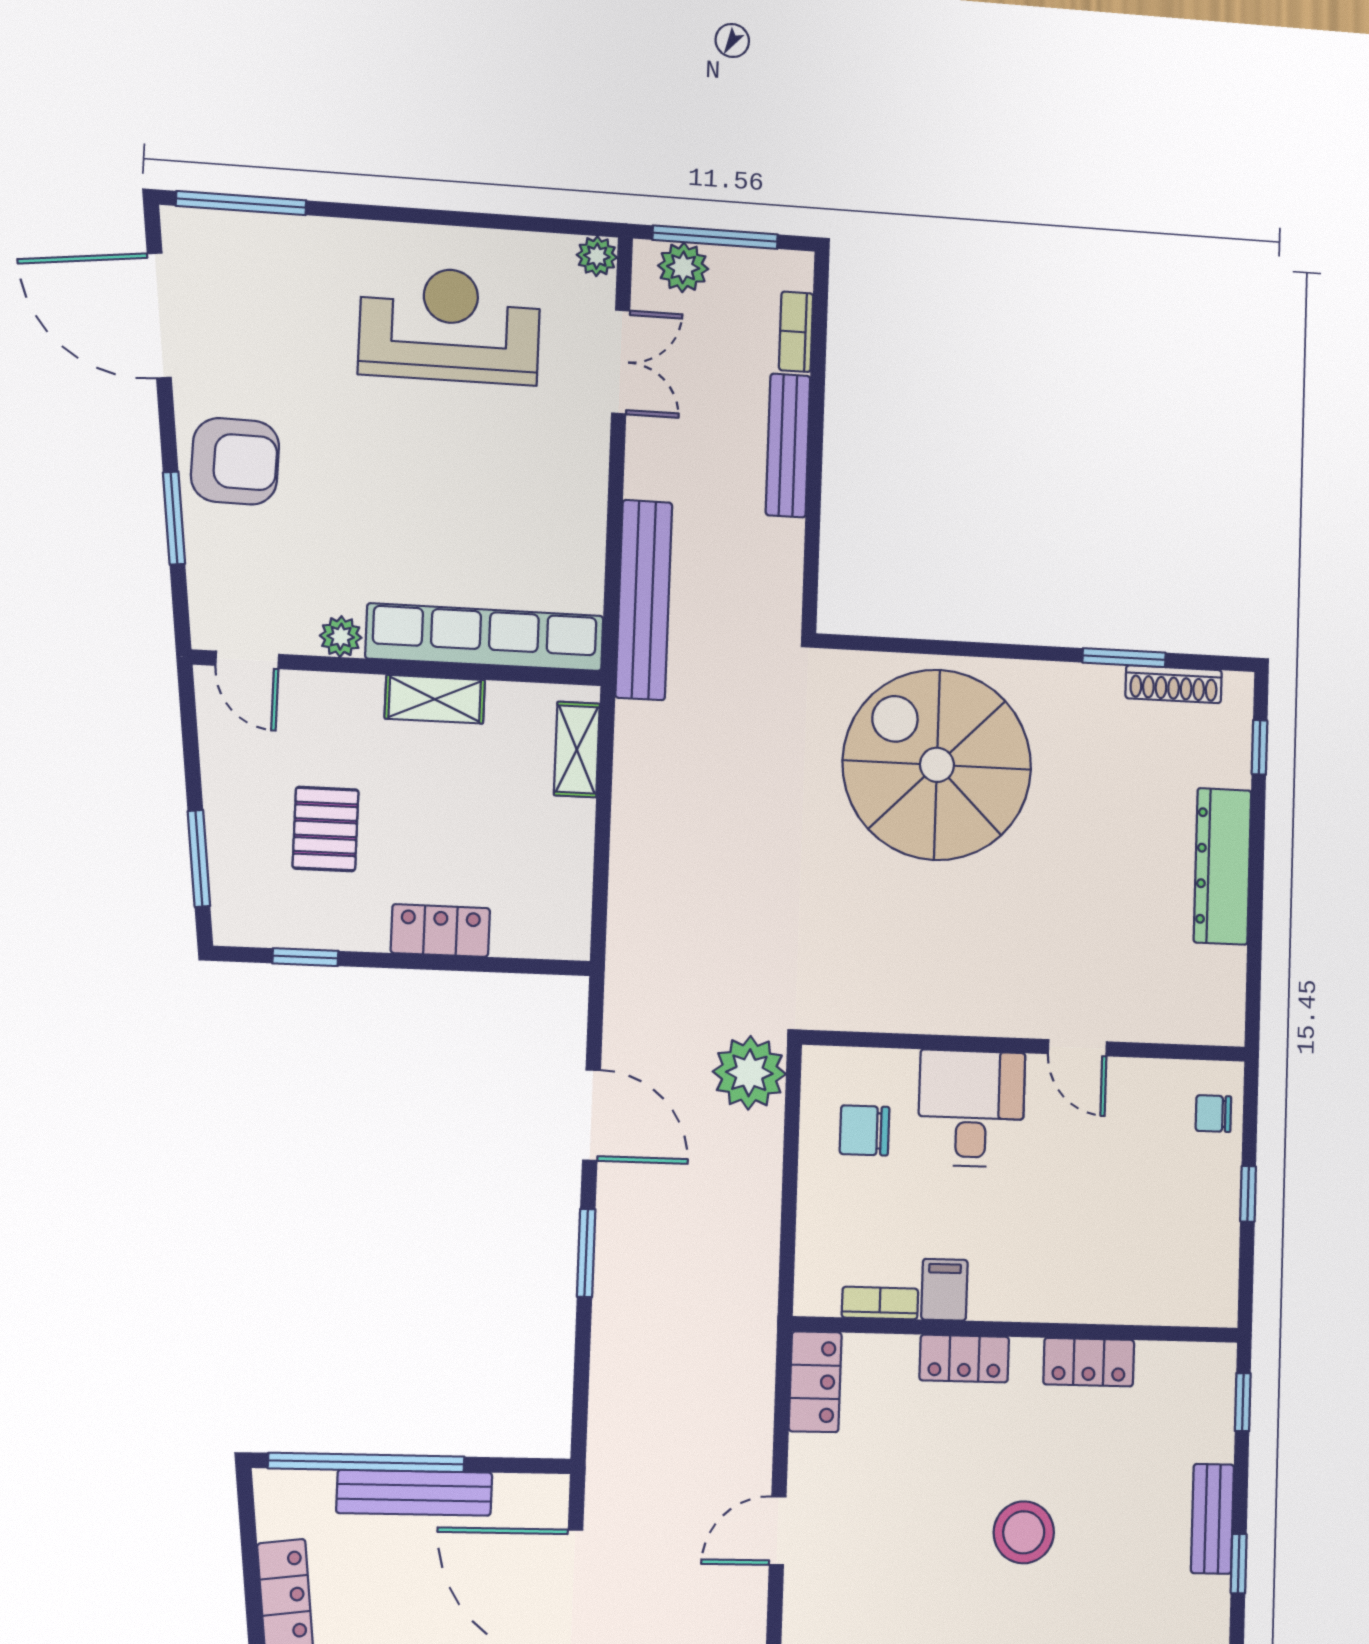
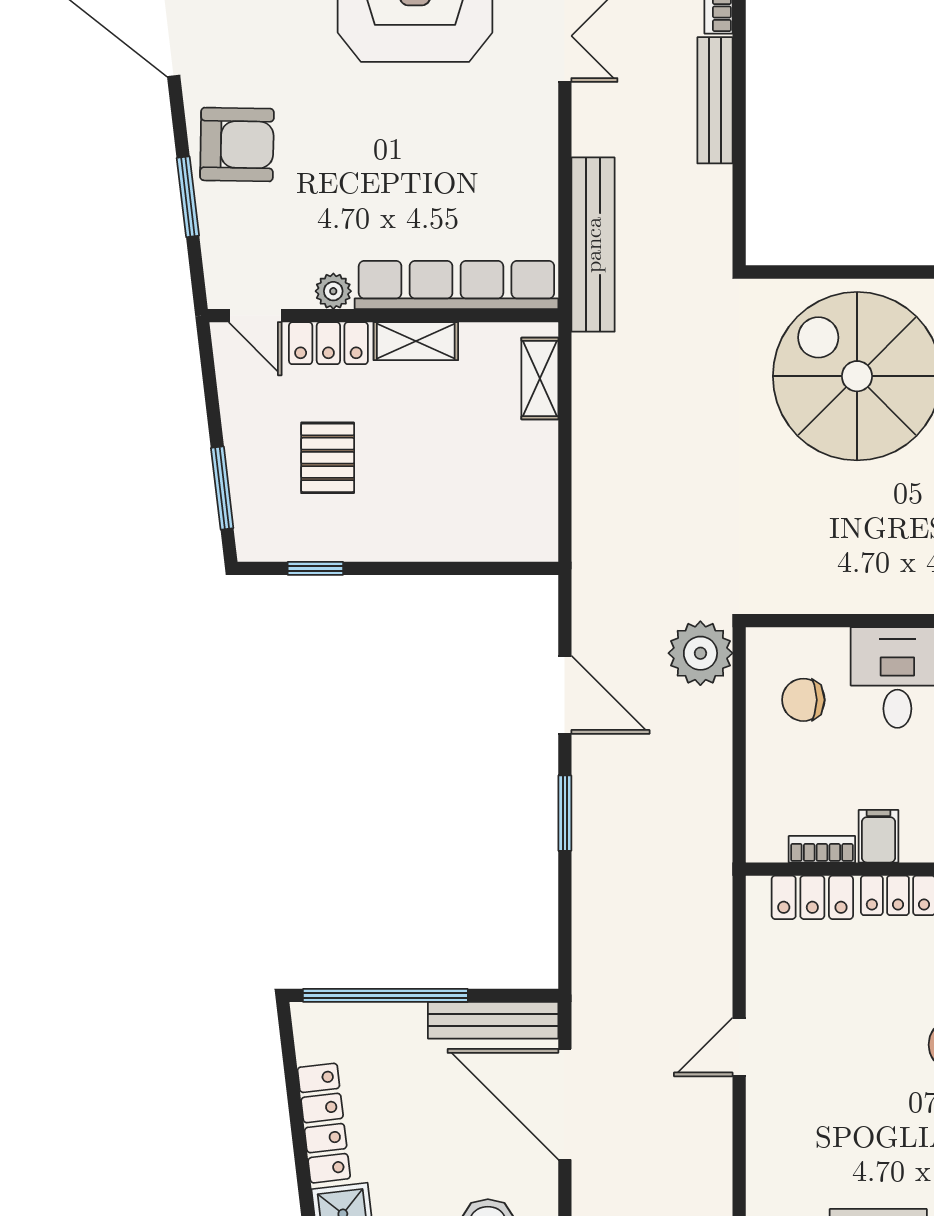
locker: (440, 931) -> (328, 343), moved, turned 180
locker: (815, 1382) -> (812, 897), moved, turned 90
bench: (414, 1493) -> (493, 1020), moved

